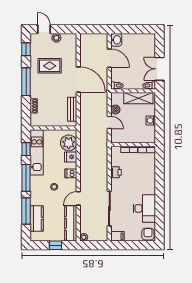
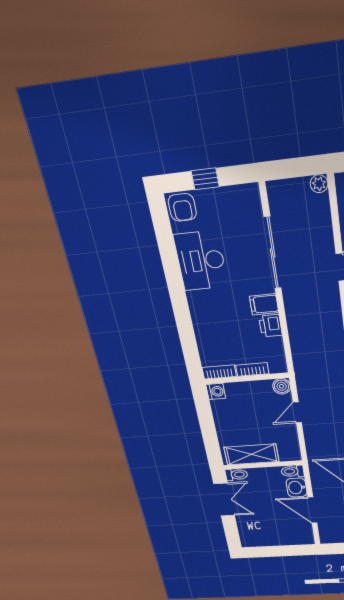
washbasin: (116, 40) -> (297, 488), moved
boiler: (115, 110) -> (282, 386), moved
washing machine: (151, 120) -> (216, 391), moved
door: (109, 122) -> (297, 412), hinge flipped
filing cabinet: (117, 236) -> (264, 304), moved
window: (135, 245) -> (205, 179), added

